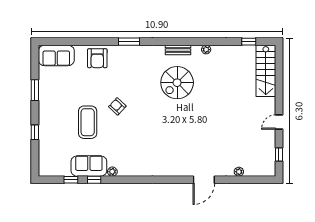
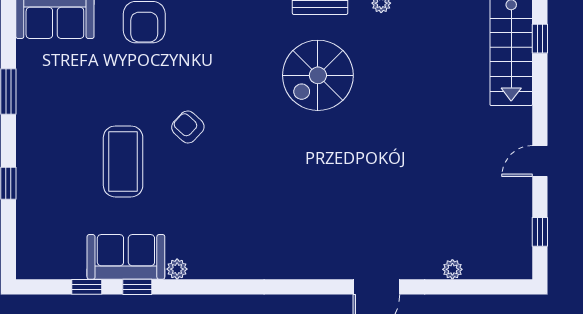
window: (279, 66) -> (540, 39), added

